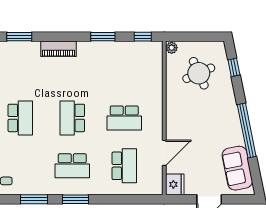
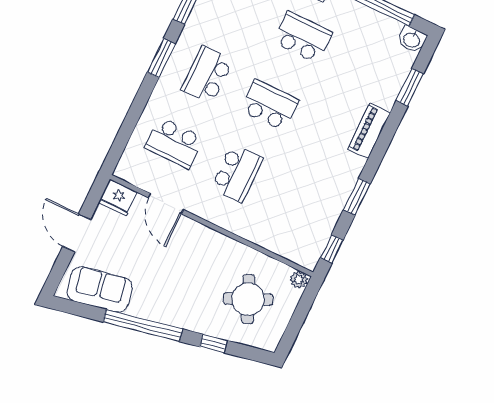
window: (234, 67) -> (213, 344), moved
school desk: (20, 118) -> (303, 37), turned 180
school desk: (124, 118) -> (237, 173), turned 180

